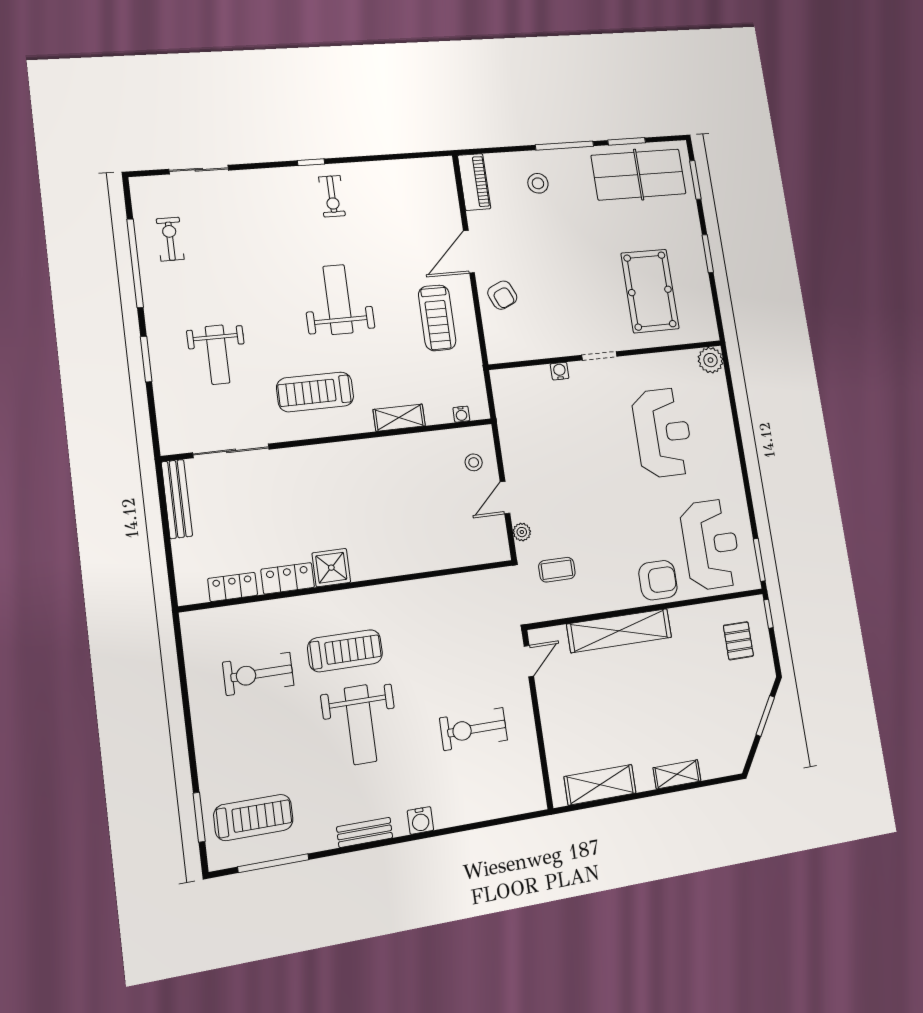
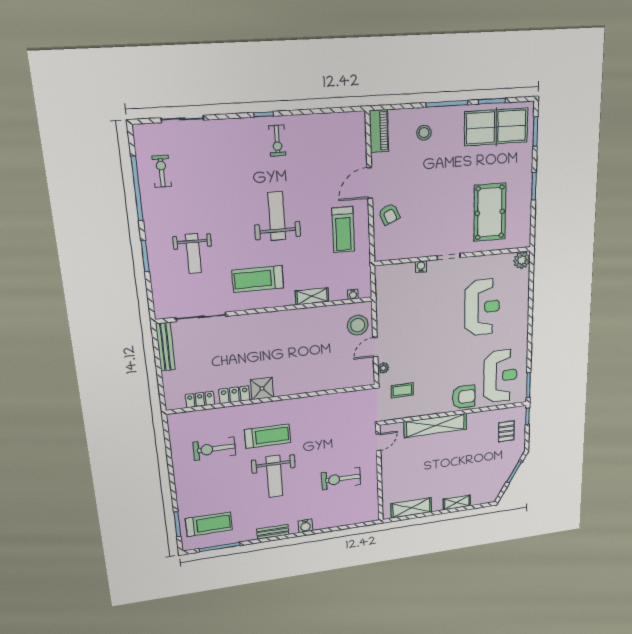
stool: (474, 462) -> (358, 325), width x1.89, depth x1.89

